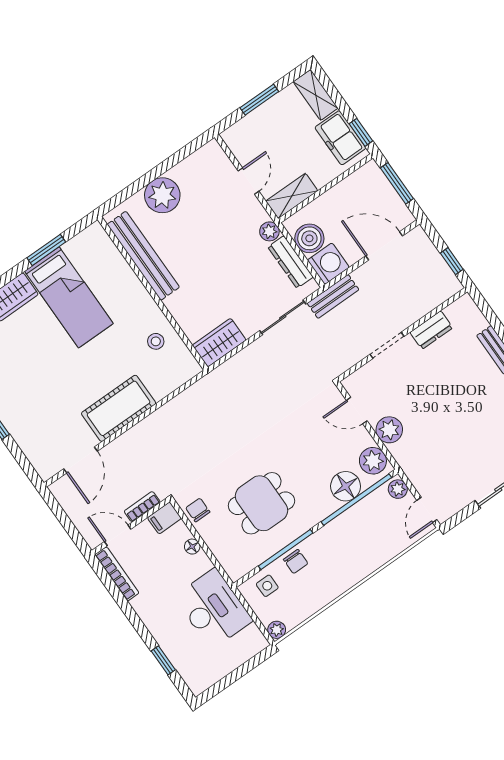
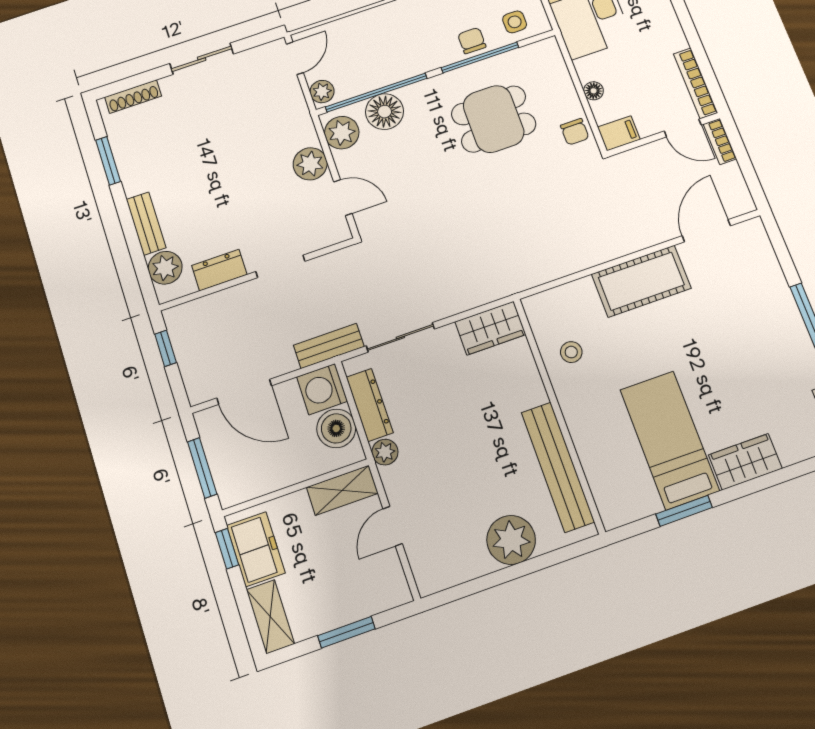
plant: (472, 321) -> (165, 268), added
bookcase: (142, 507) -> (720, 141), moved, turned 90

